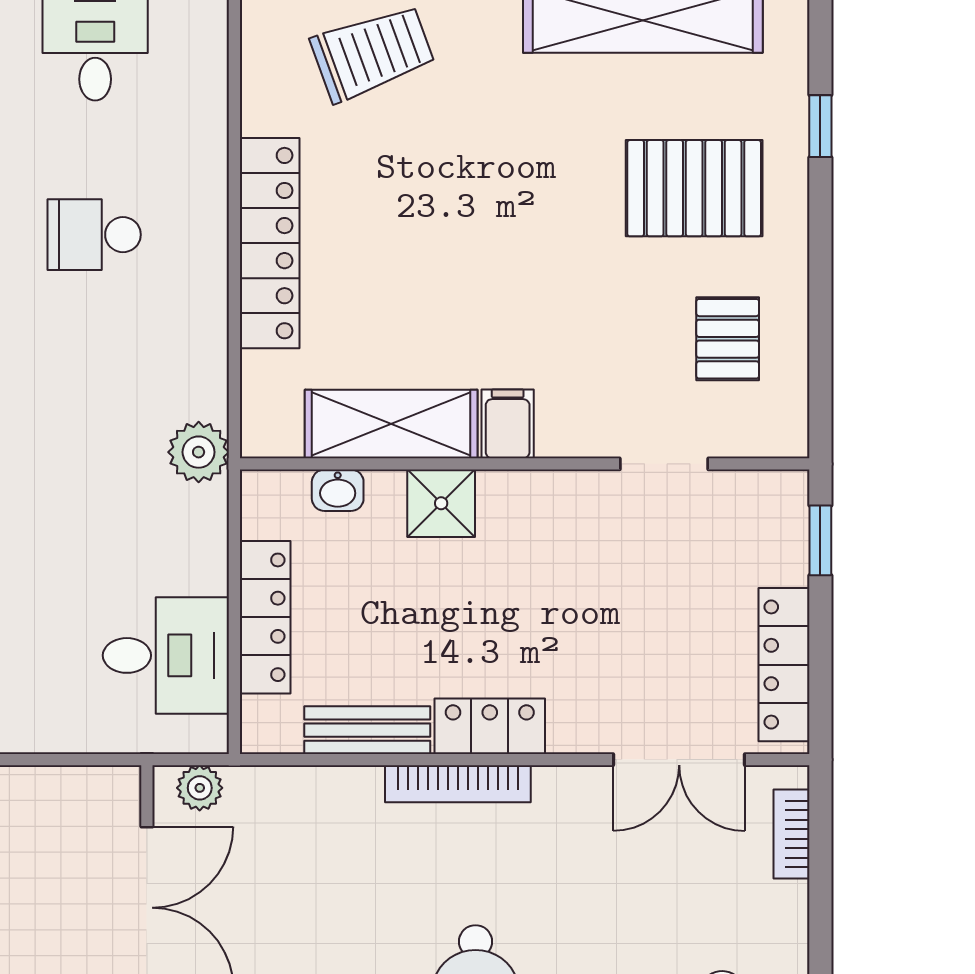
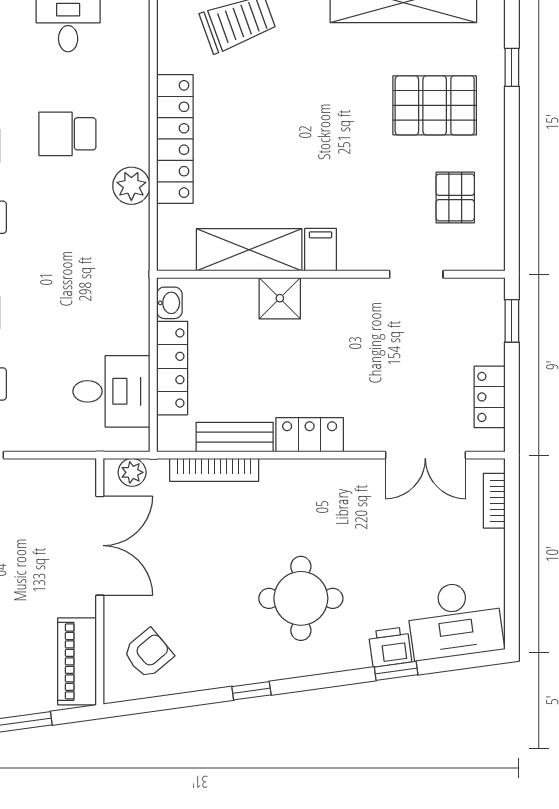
plant: (199, 452) -> (131, 186), moved
washbasin: (338, 490) -> (169, 303), moved, turned -90
locker: (784, 665) -> (490, 397), width x0.66
bookcase: (458, 784) -> (214, 470), moved

